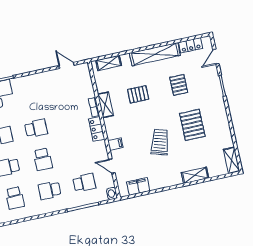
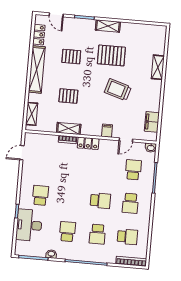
pallet: (138, 94) -> (68, 96), turned 90
school desk: (36, 128) -> (40, 195), moved
shelving: (232, 160) -> (108, 26), moved

